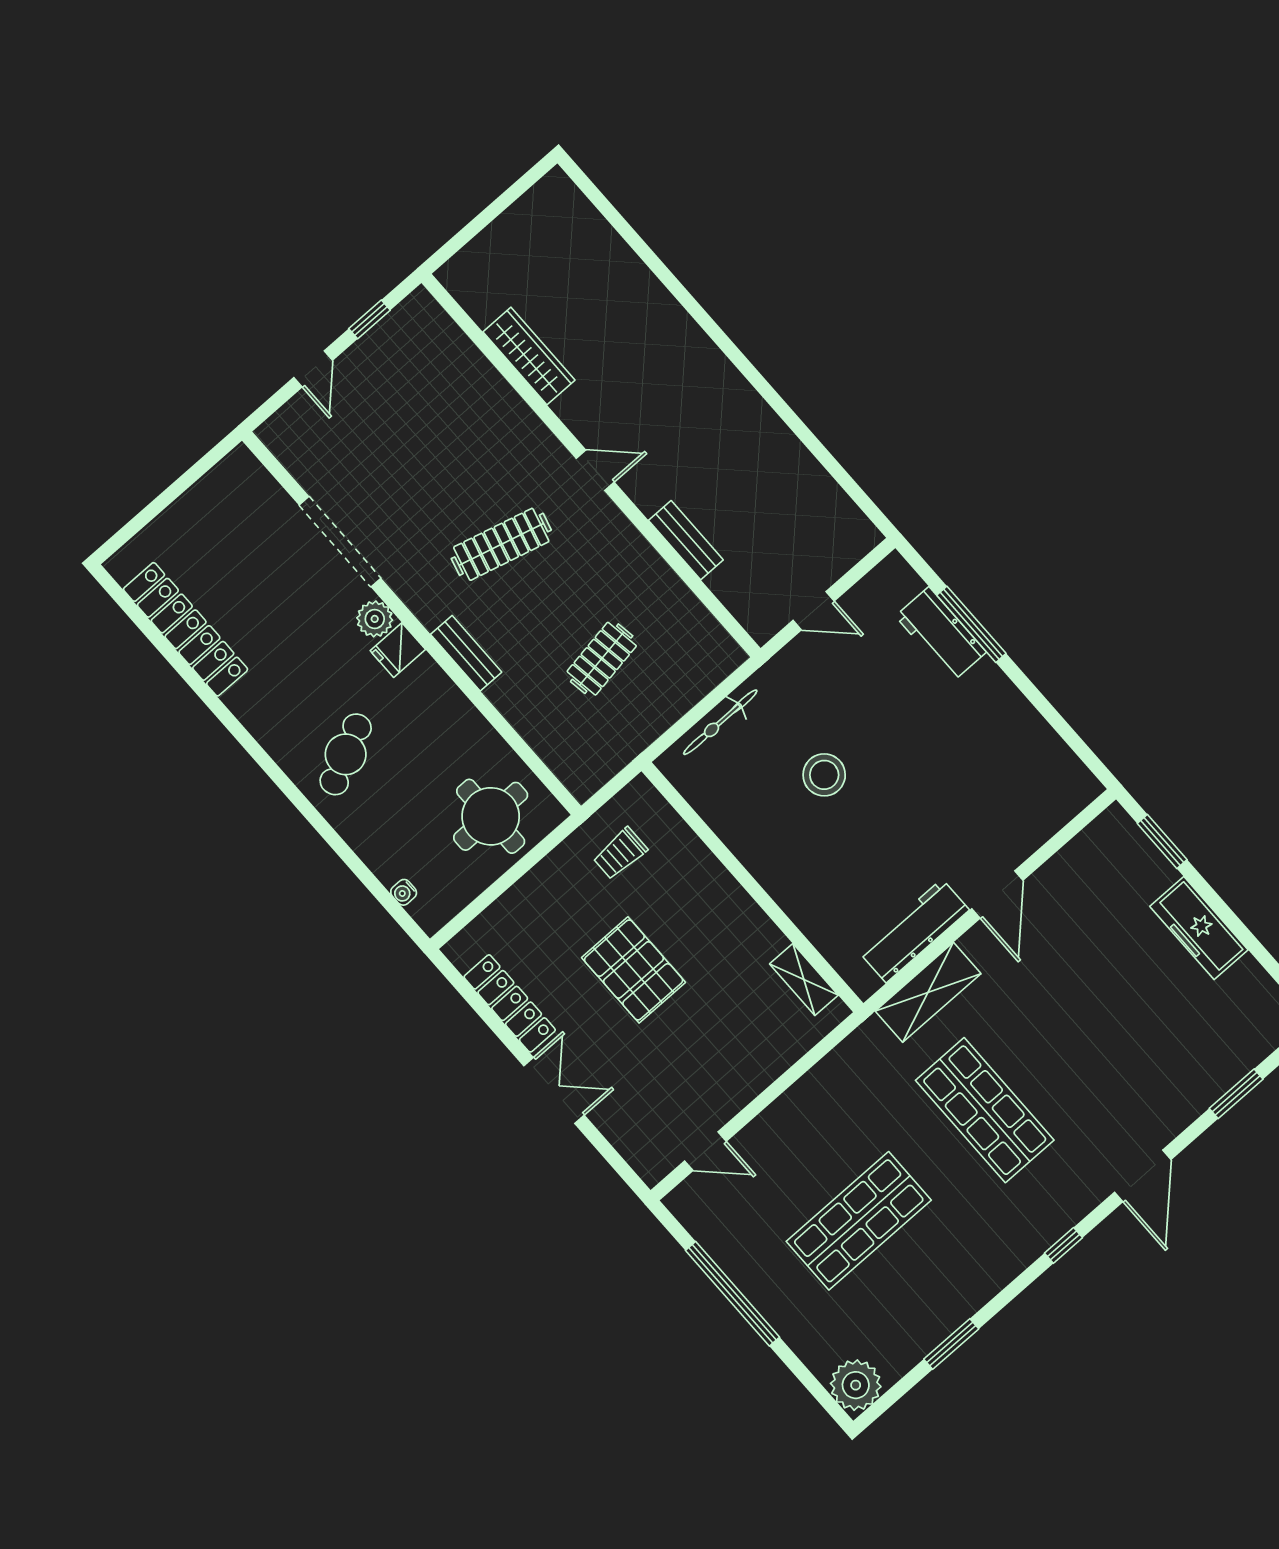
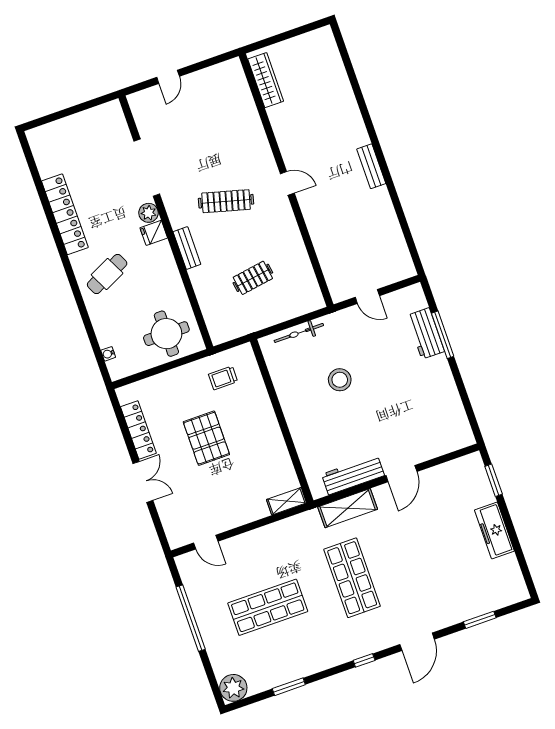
window: (369, 319) -> (206, 64), removed
wardrobe: (529, 356) -> (266, 80), moved
bench: (686, 540) -> (371, 166), moved
locker: (186, 629) -> (65, 214), moved
shelving: (804, 980) -> (287, 501), moved, turned 90

